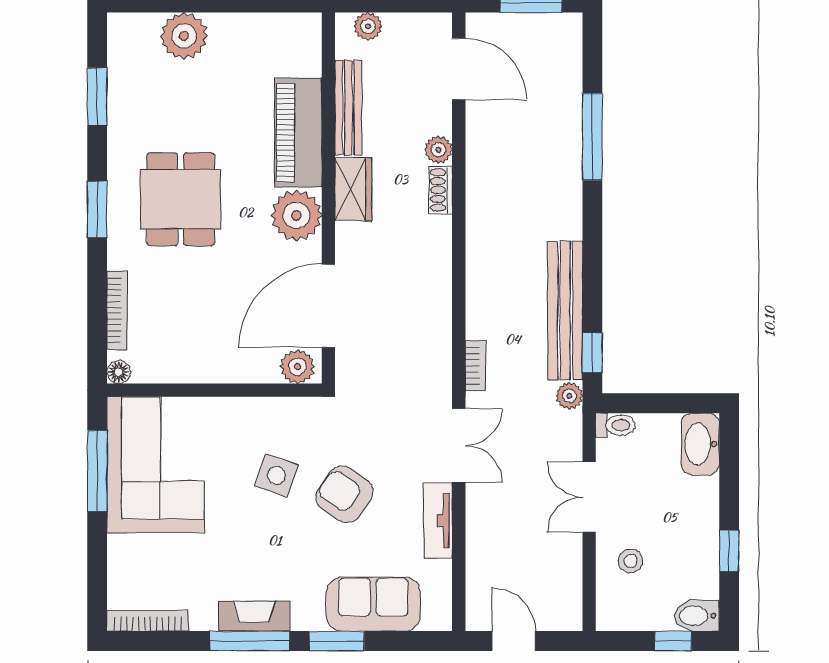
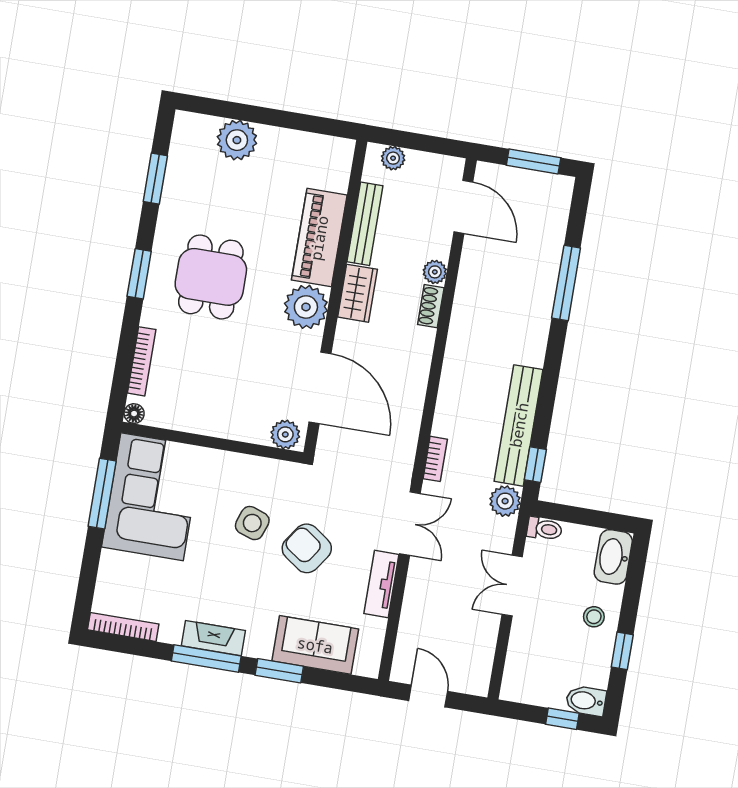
door: (328, 306) -> (320, 388), swing flipped
plant: (569, 396) -> (505, 501), width x1.38, depth x1.38
stool: (631, 561) -> (594, 617), moved

